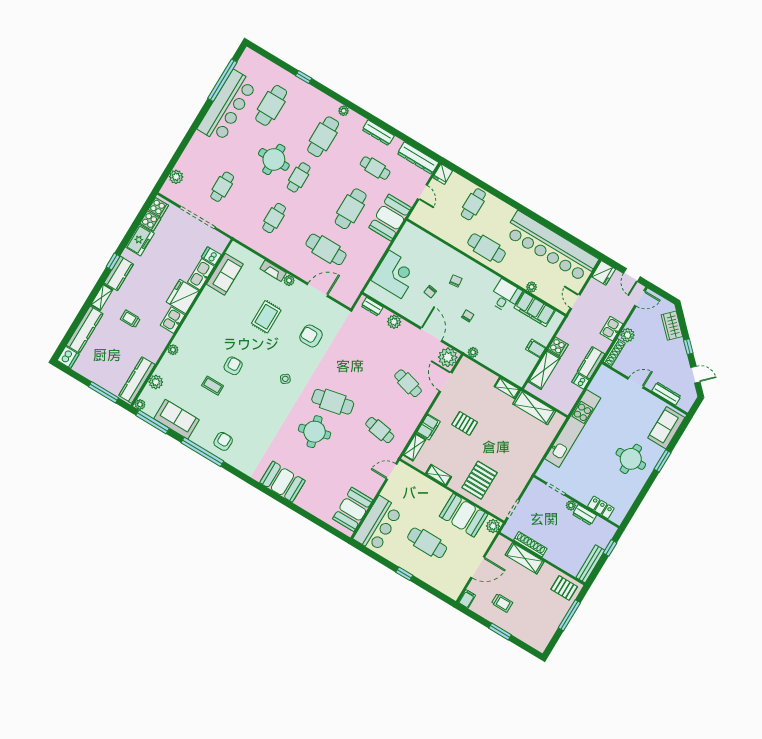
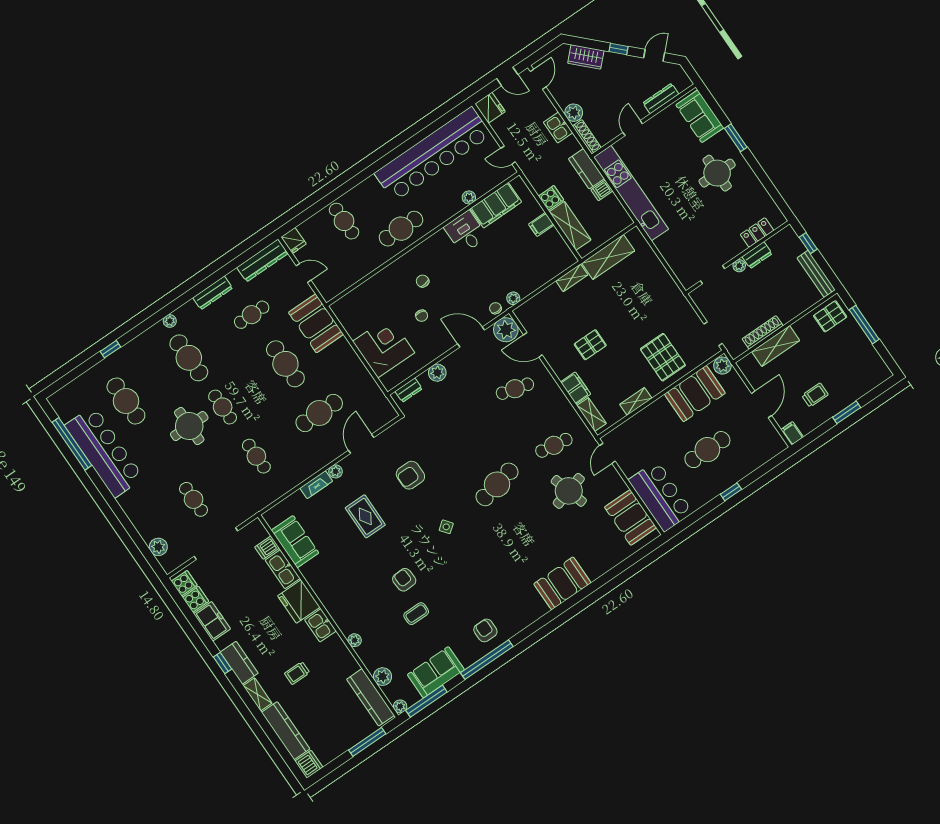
chair: (468, 316) -> (495, 308), moved
kitchen unit: (573, 428) -> (631, 193), moved
round table: (315, 432) -> (569, 491), moved

